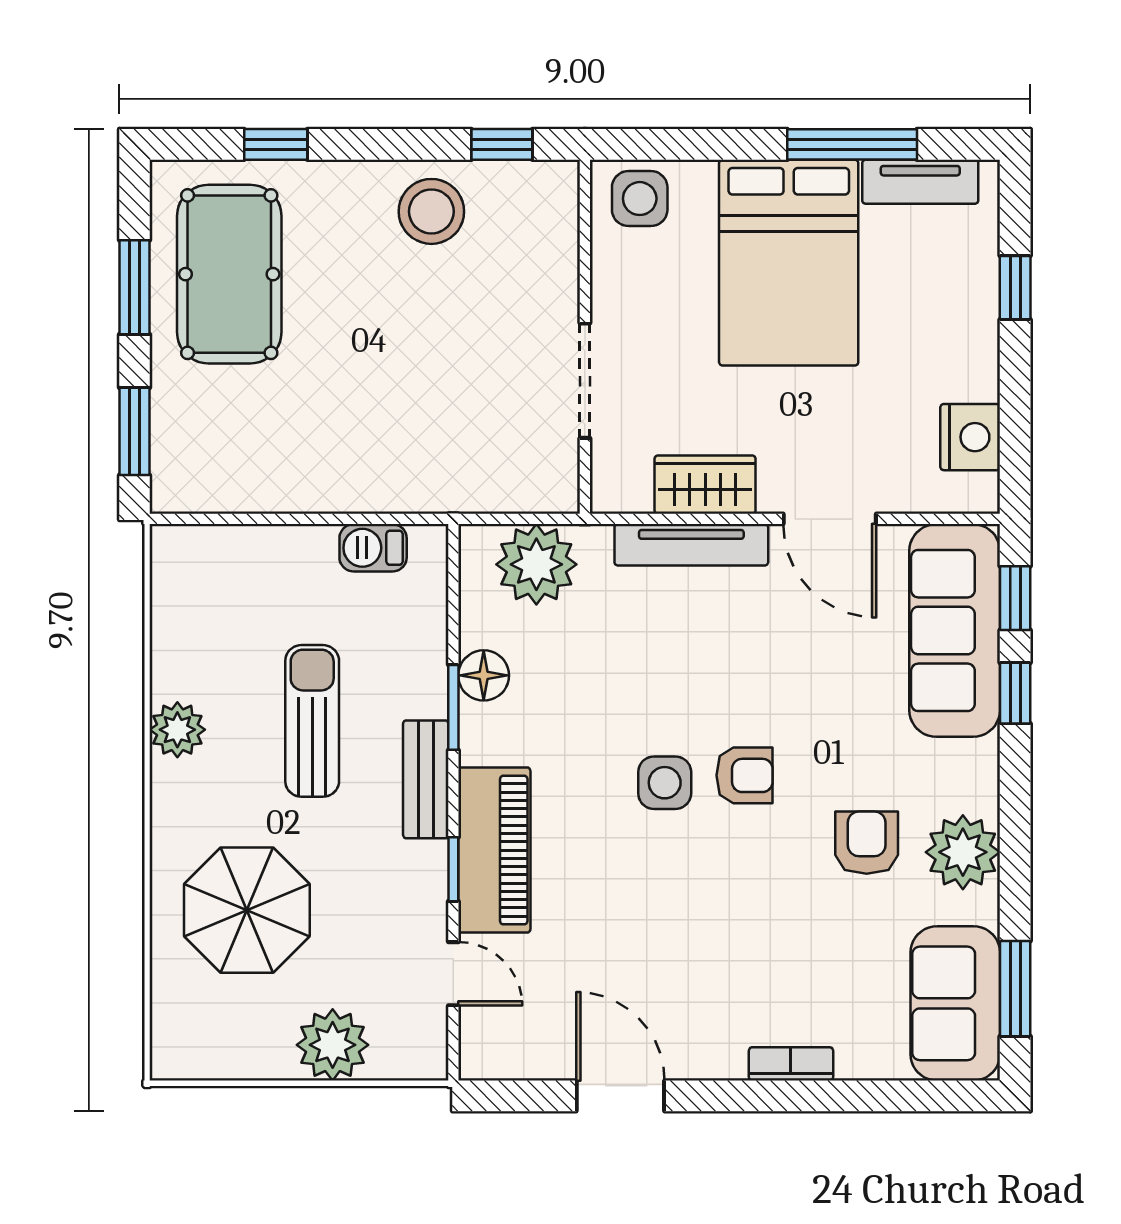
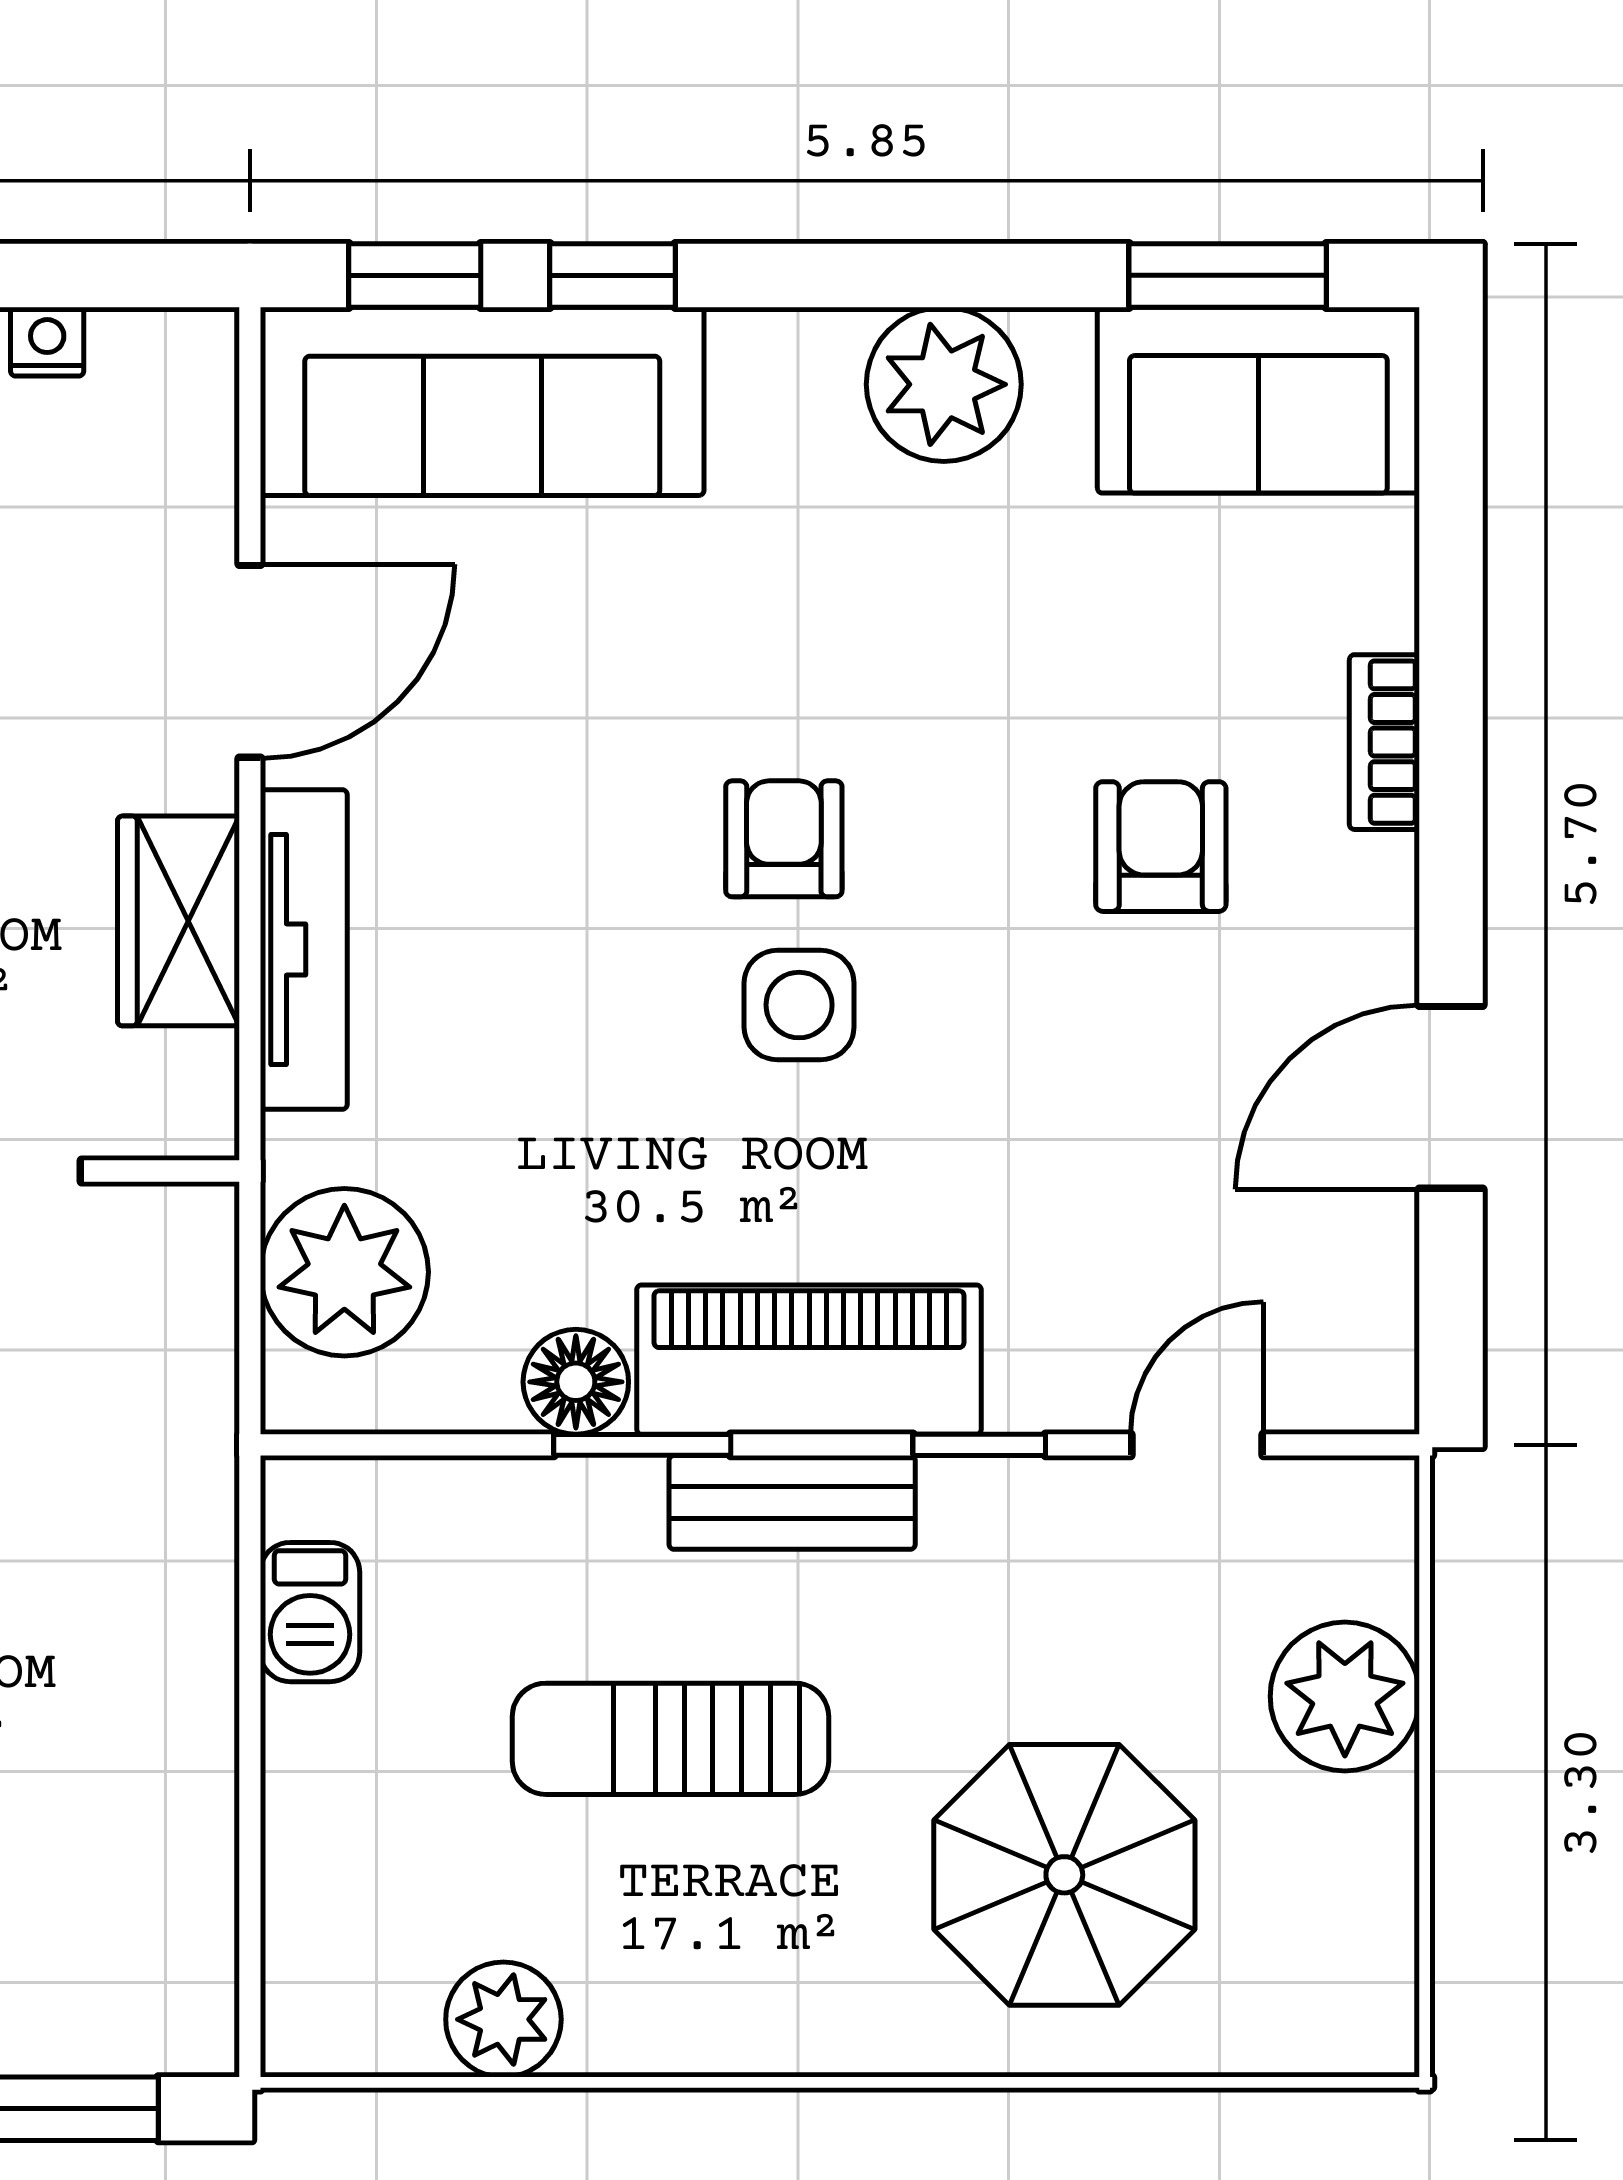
nightstand: (970, 437) -> (47, 342), width x0.53, depth x0.56
plant: (177, 730) -> (503, 2019), moved
armchair: (867, 843) -> (1161, 847), moved, turned 90
piano: (494, 850) -> (809, 1360), moved

